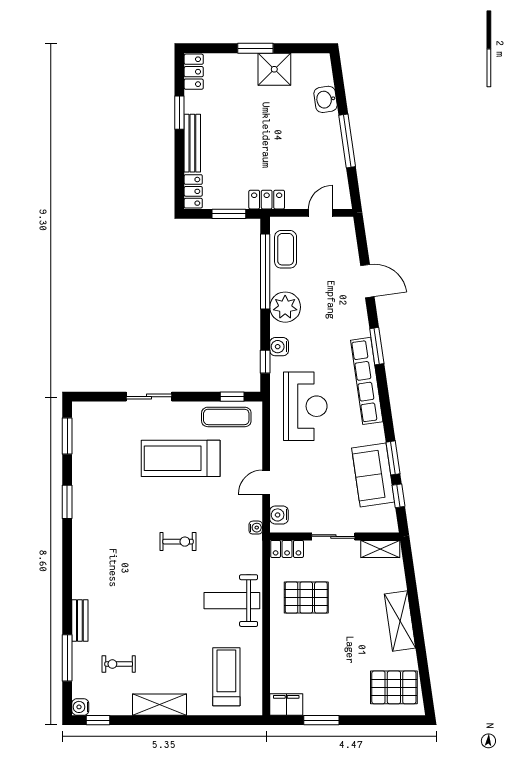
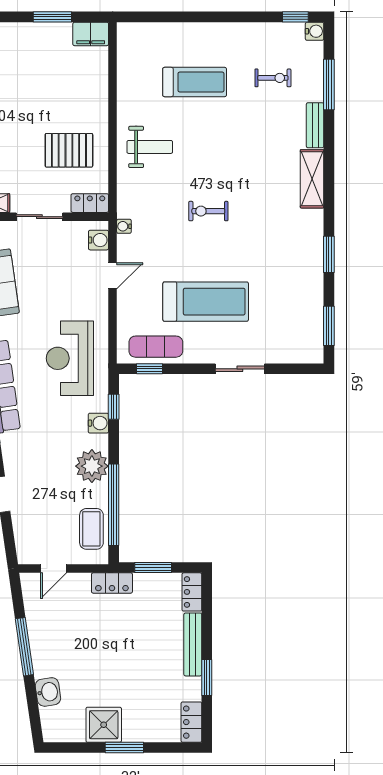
weight bench: (232, 601) -> (150, 147), width x0.73, depth x0.75
treadmill: (226, 677) -> (195, 82), moved, turned -90
shelving: (160, 705) -> (312, 179), moved, turned 90

